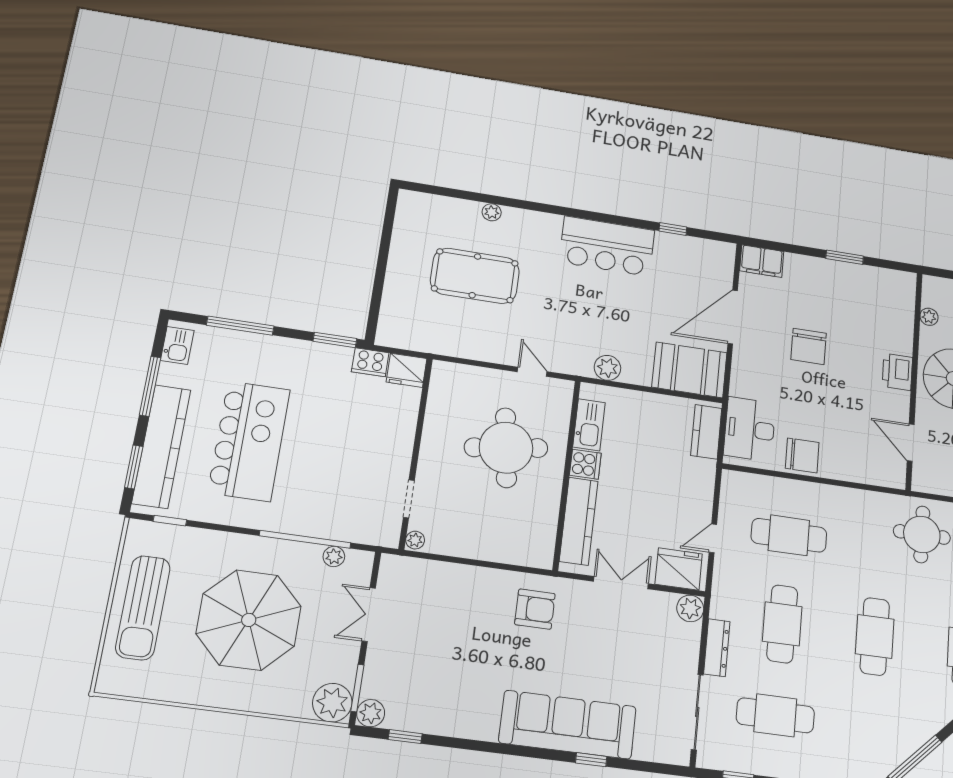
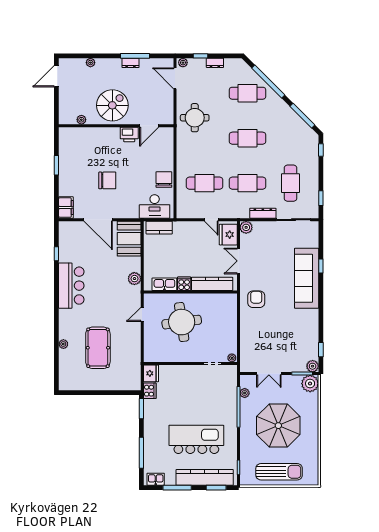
printer: (897, 372) -> (129, 134), moved
cafe table: (789, 535) -> (205, 183), turned 90

